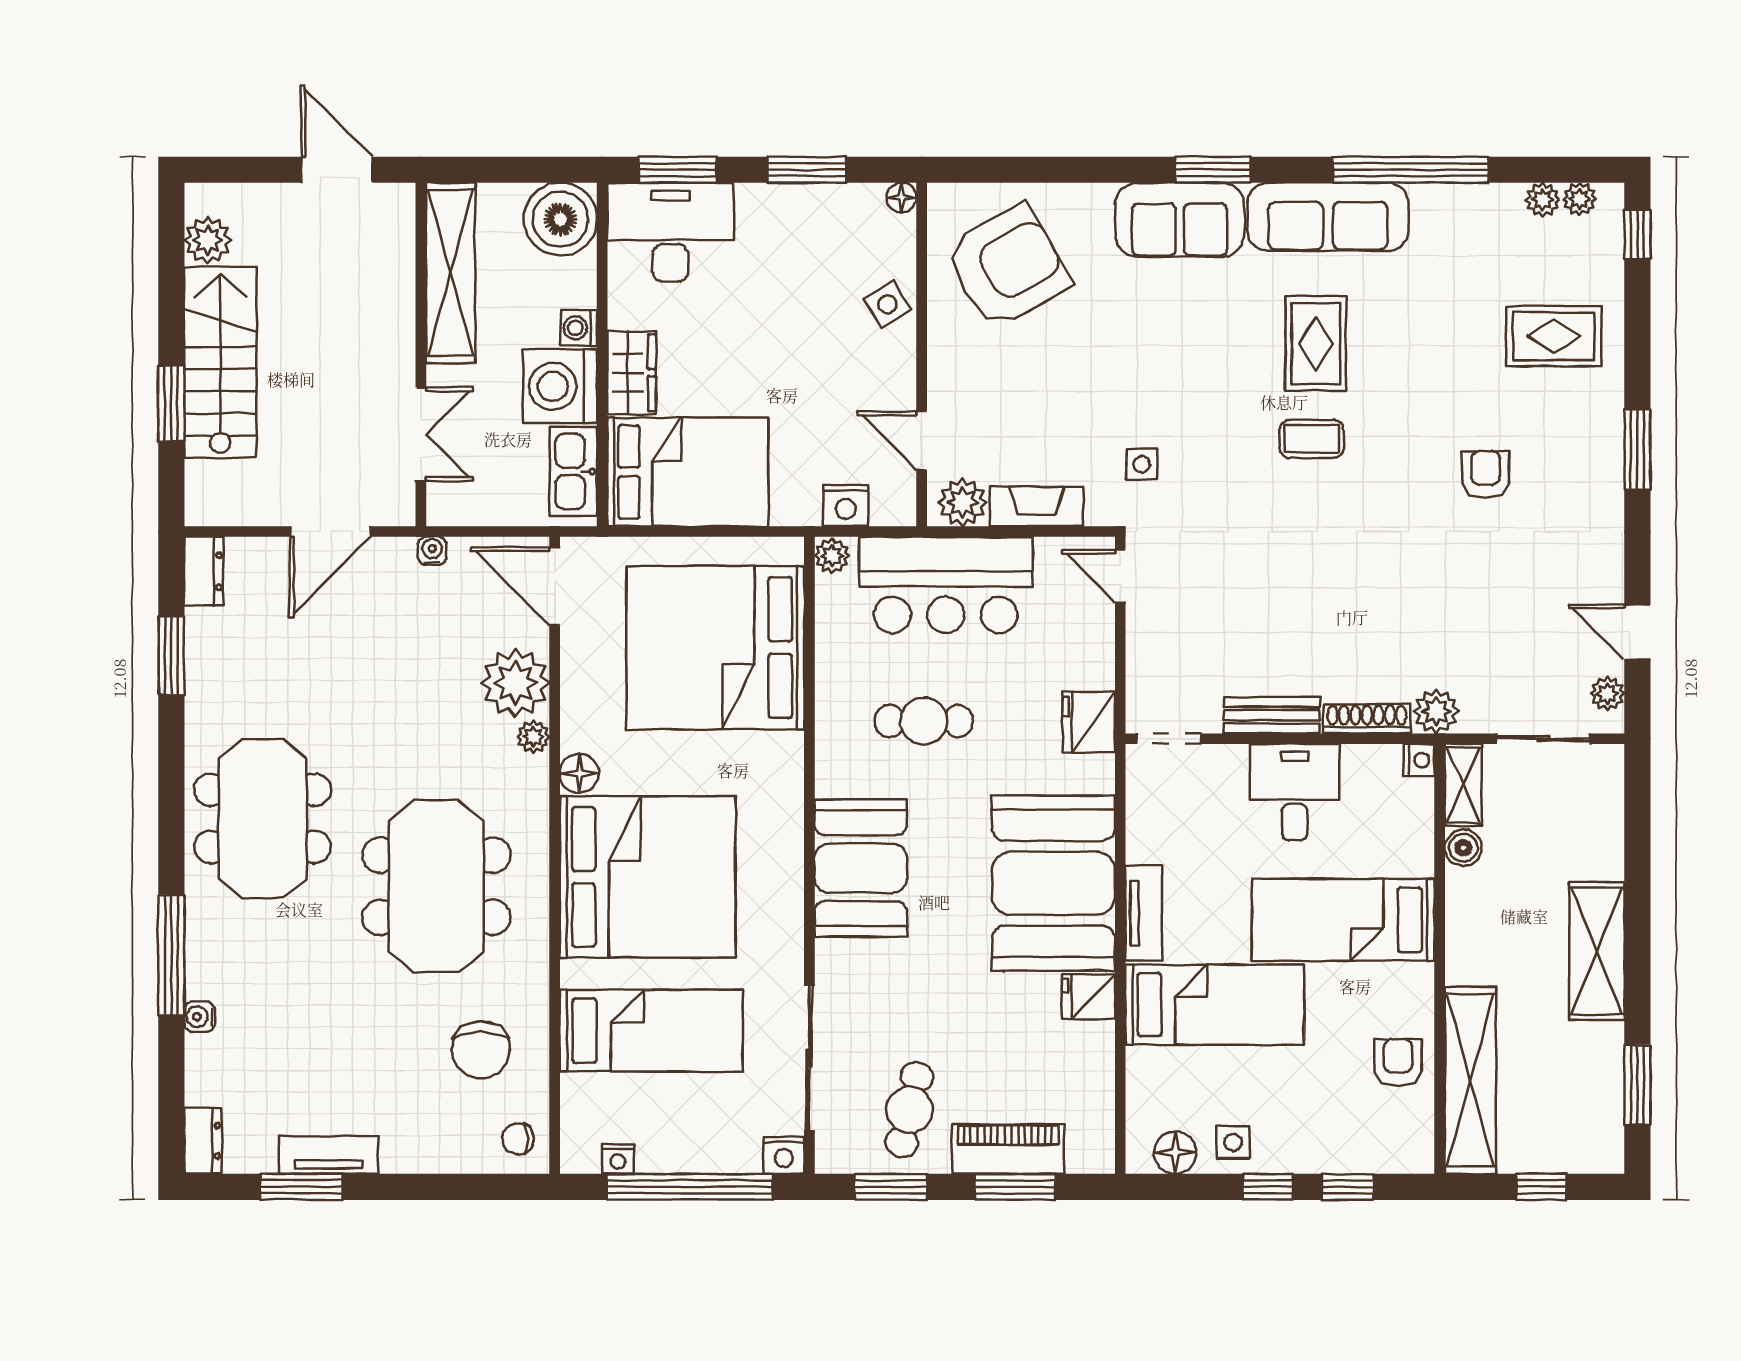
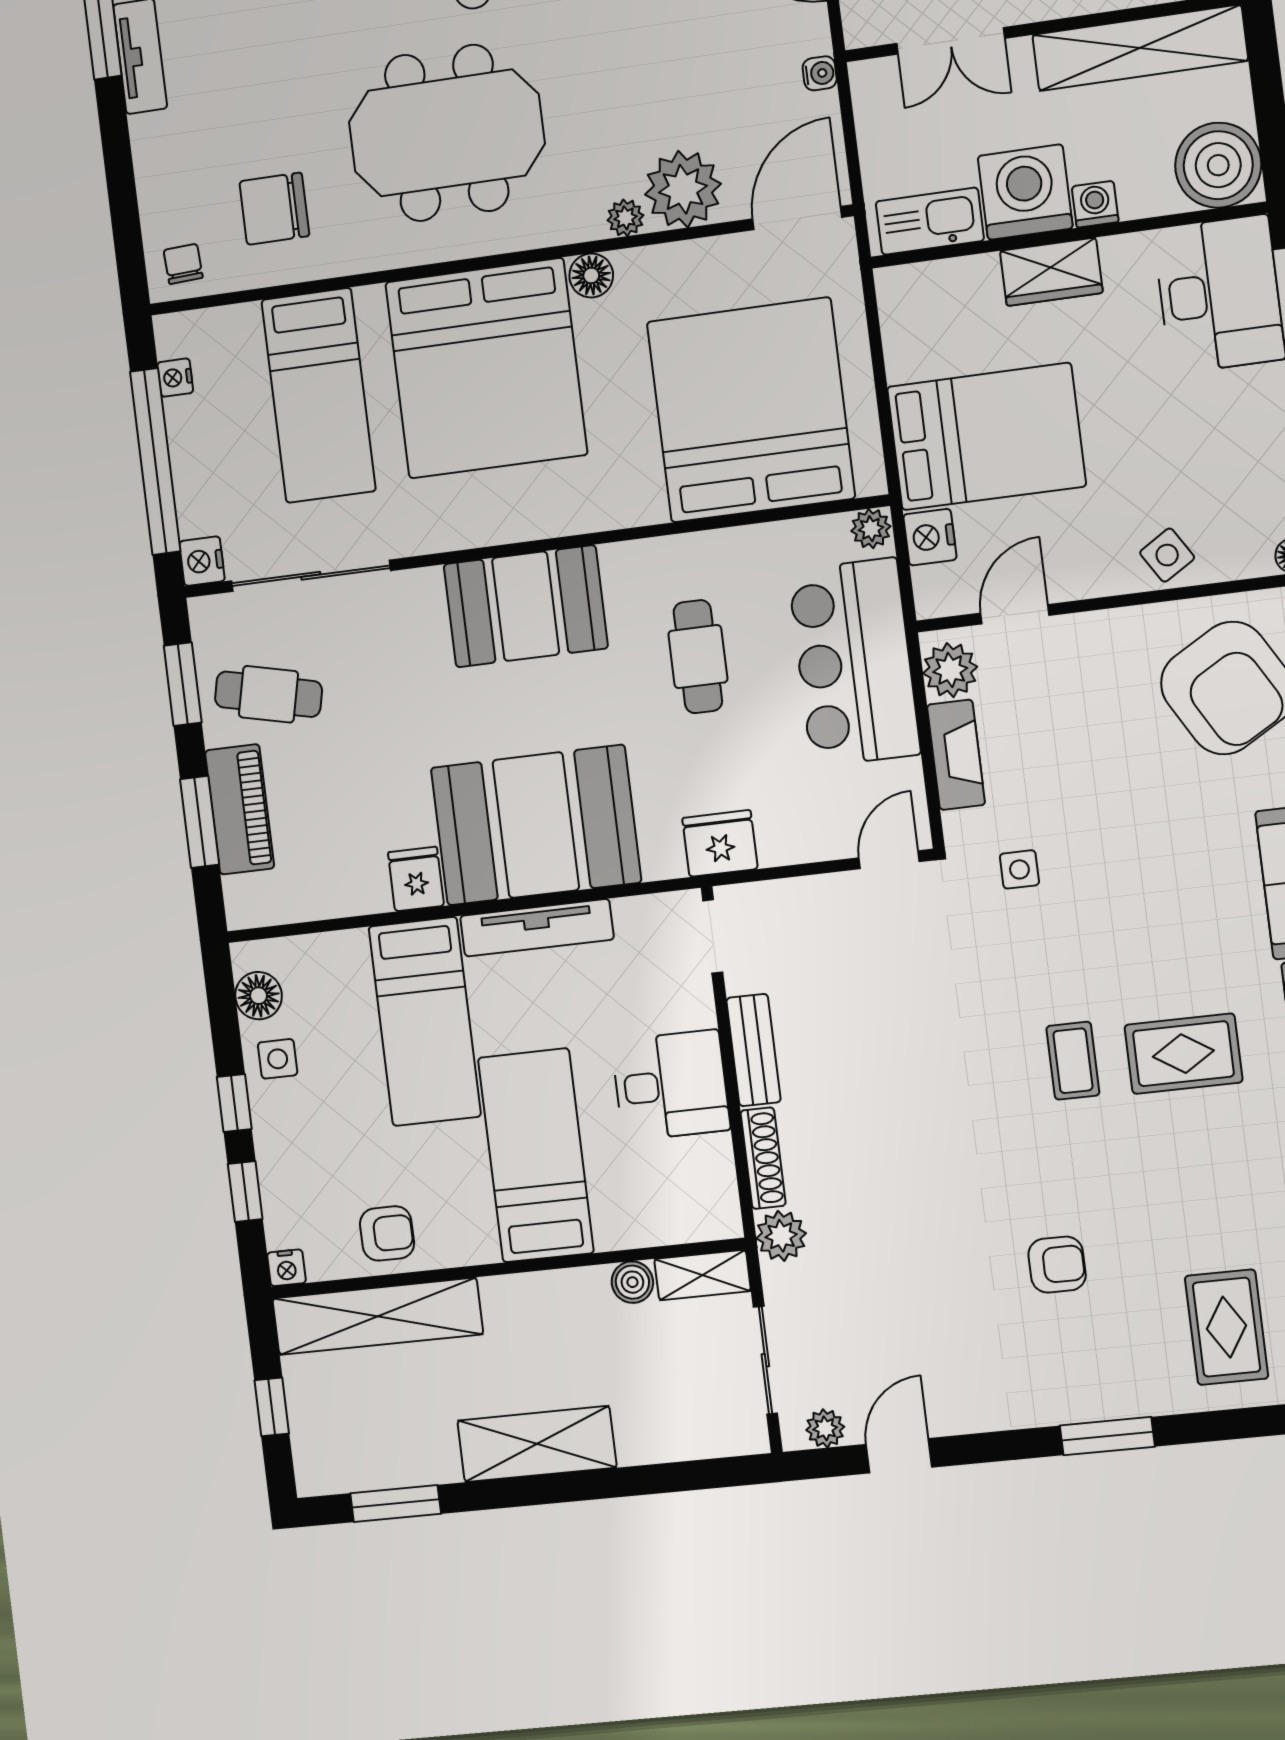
bed: (688, 472) -> (986, 436), moved, turned -90
nightstand: (1419, 760) -> (286, 1268), moved
tv unit: (1144, 913) -> (537, 928), width x1.41

